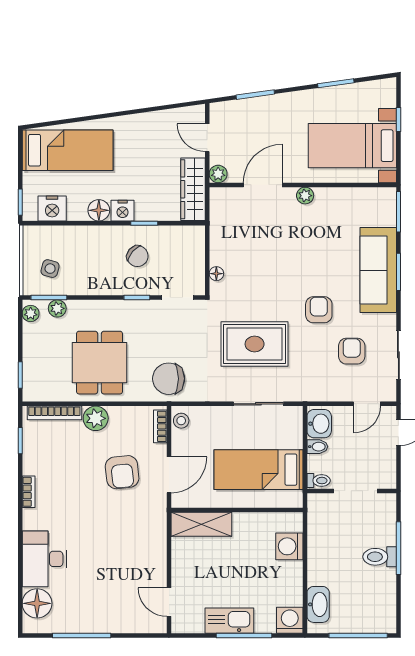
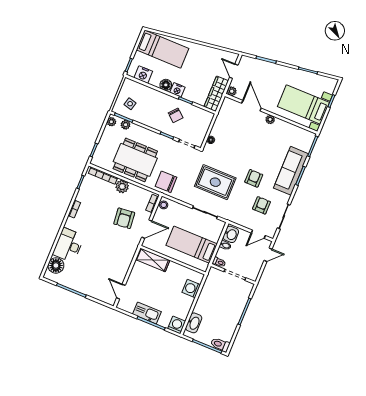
door: (263, 185) -> (251, 106), hinge flipped
dining table: (99, 363) -> (135, 160), width x1.37
toilet: (380, 557) -> (220, 345), moved

